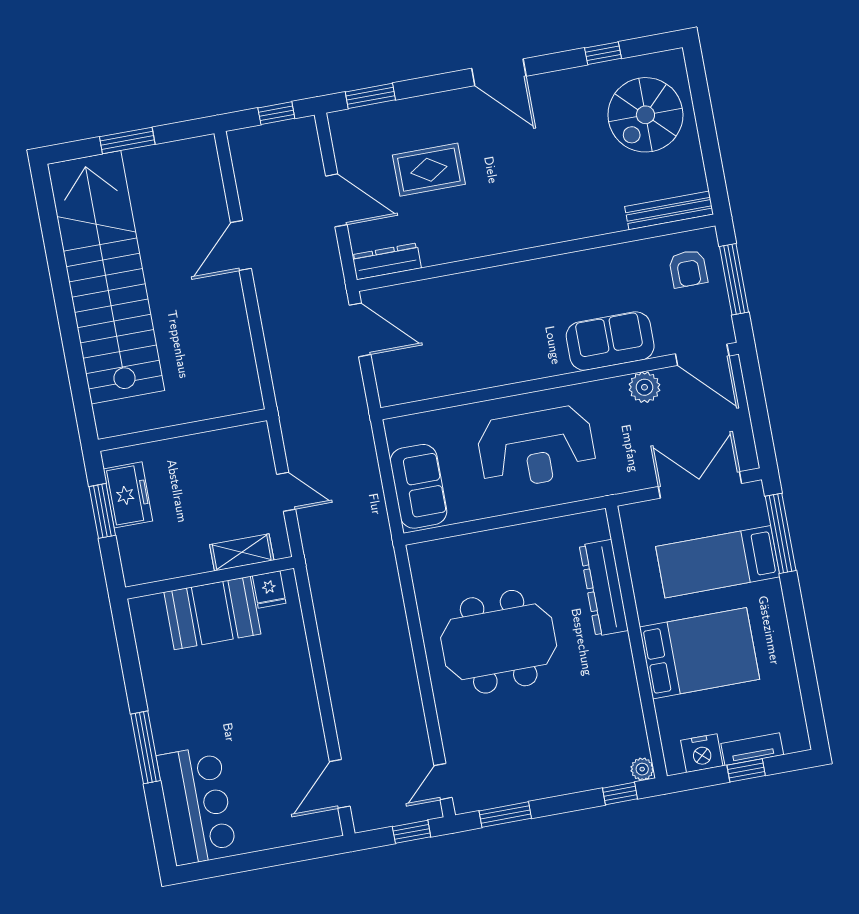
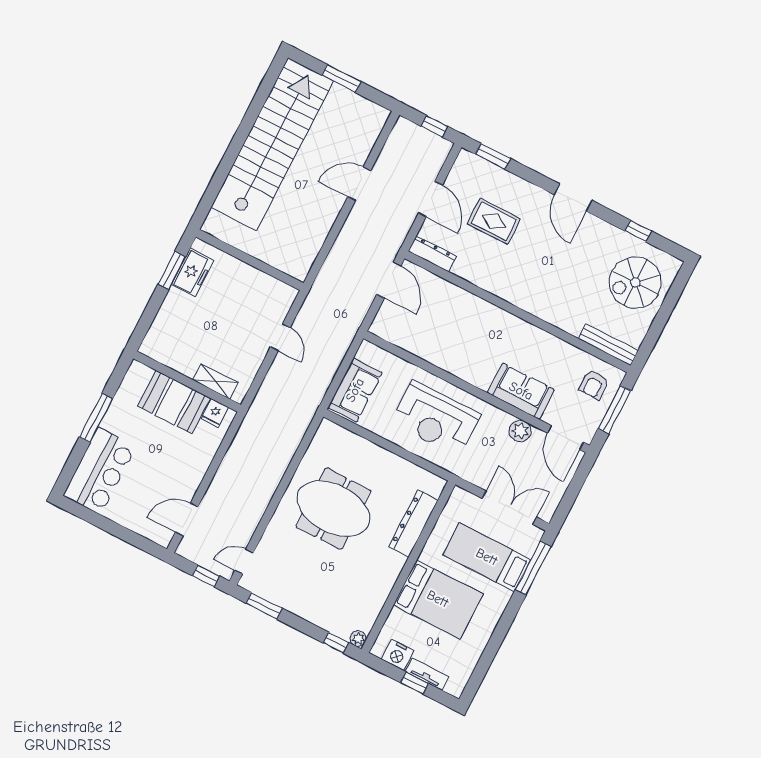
shelving: (242, 552) -> (215, 381), moved
wall: (210, 578) -> (187, 382), moved
fridge: (269, 590) -> (215, 413), moved
booth: (212, 613) -> (174, 402), moved

